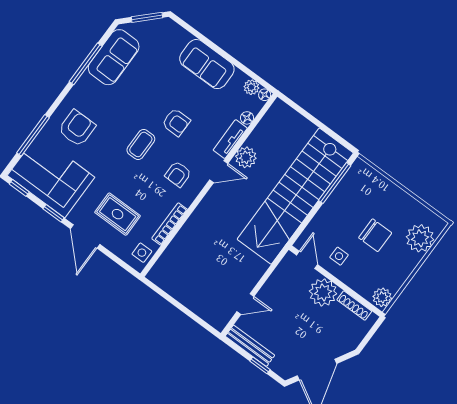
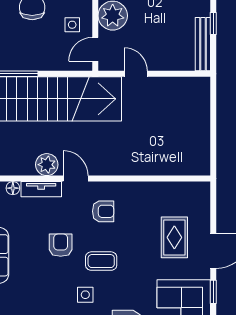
bookcase: (170, 224) -> (150, 187), removed
side table: (142, 253) -> (85, 295), moved
door: (245, 304) -> (136, 74), moved

